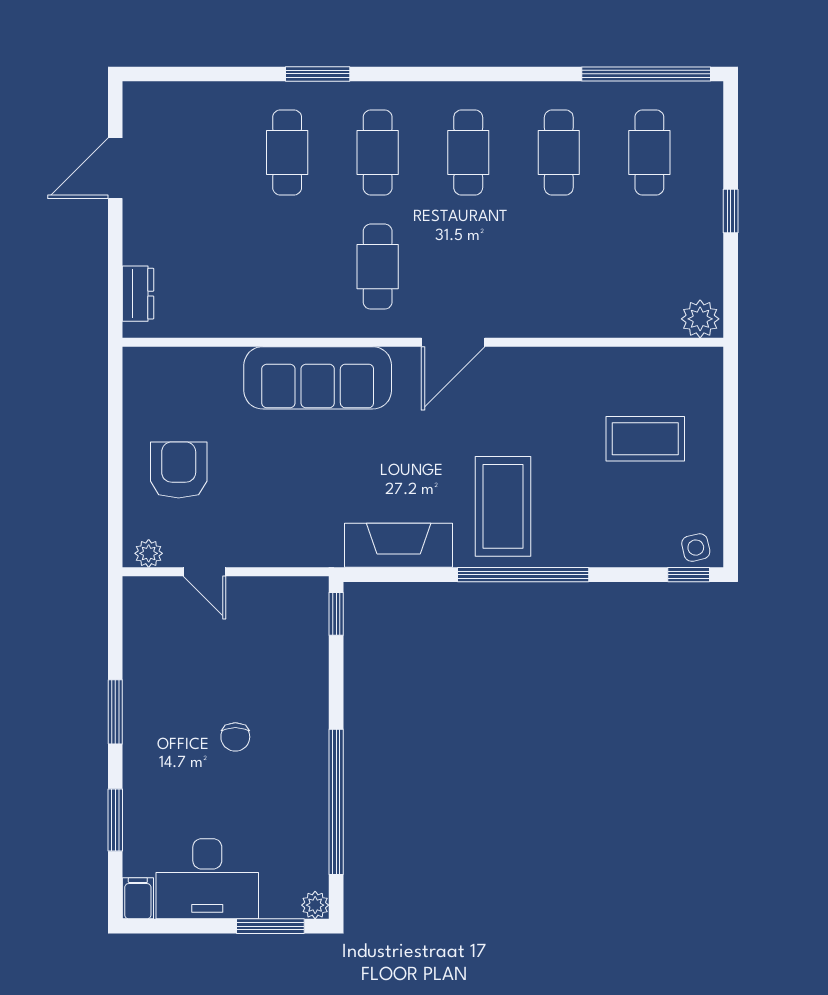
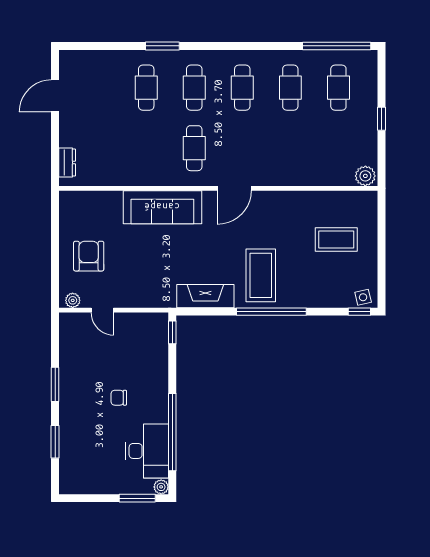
chair: (235, 737) -> (119, 398), turned 90
desk: (207, 879) -> (147, 451), moved, turned -90
filing cabinet: (138, 898) -> (67, 483), removed

